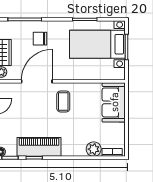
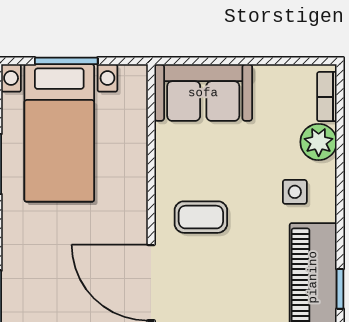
chair: (40, 39) -> (45, 274), removed
side table: (74, 139) -> (295, 192), added

